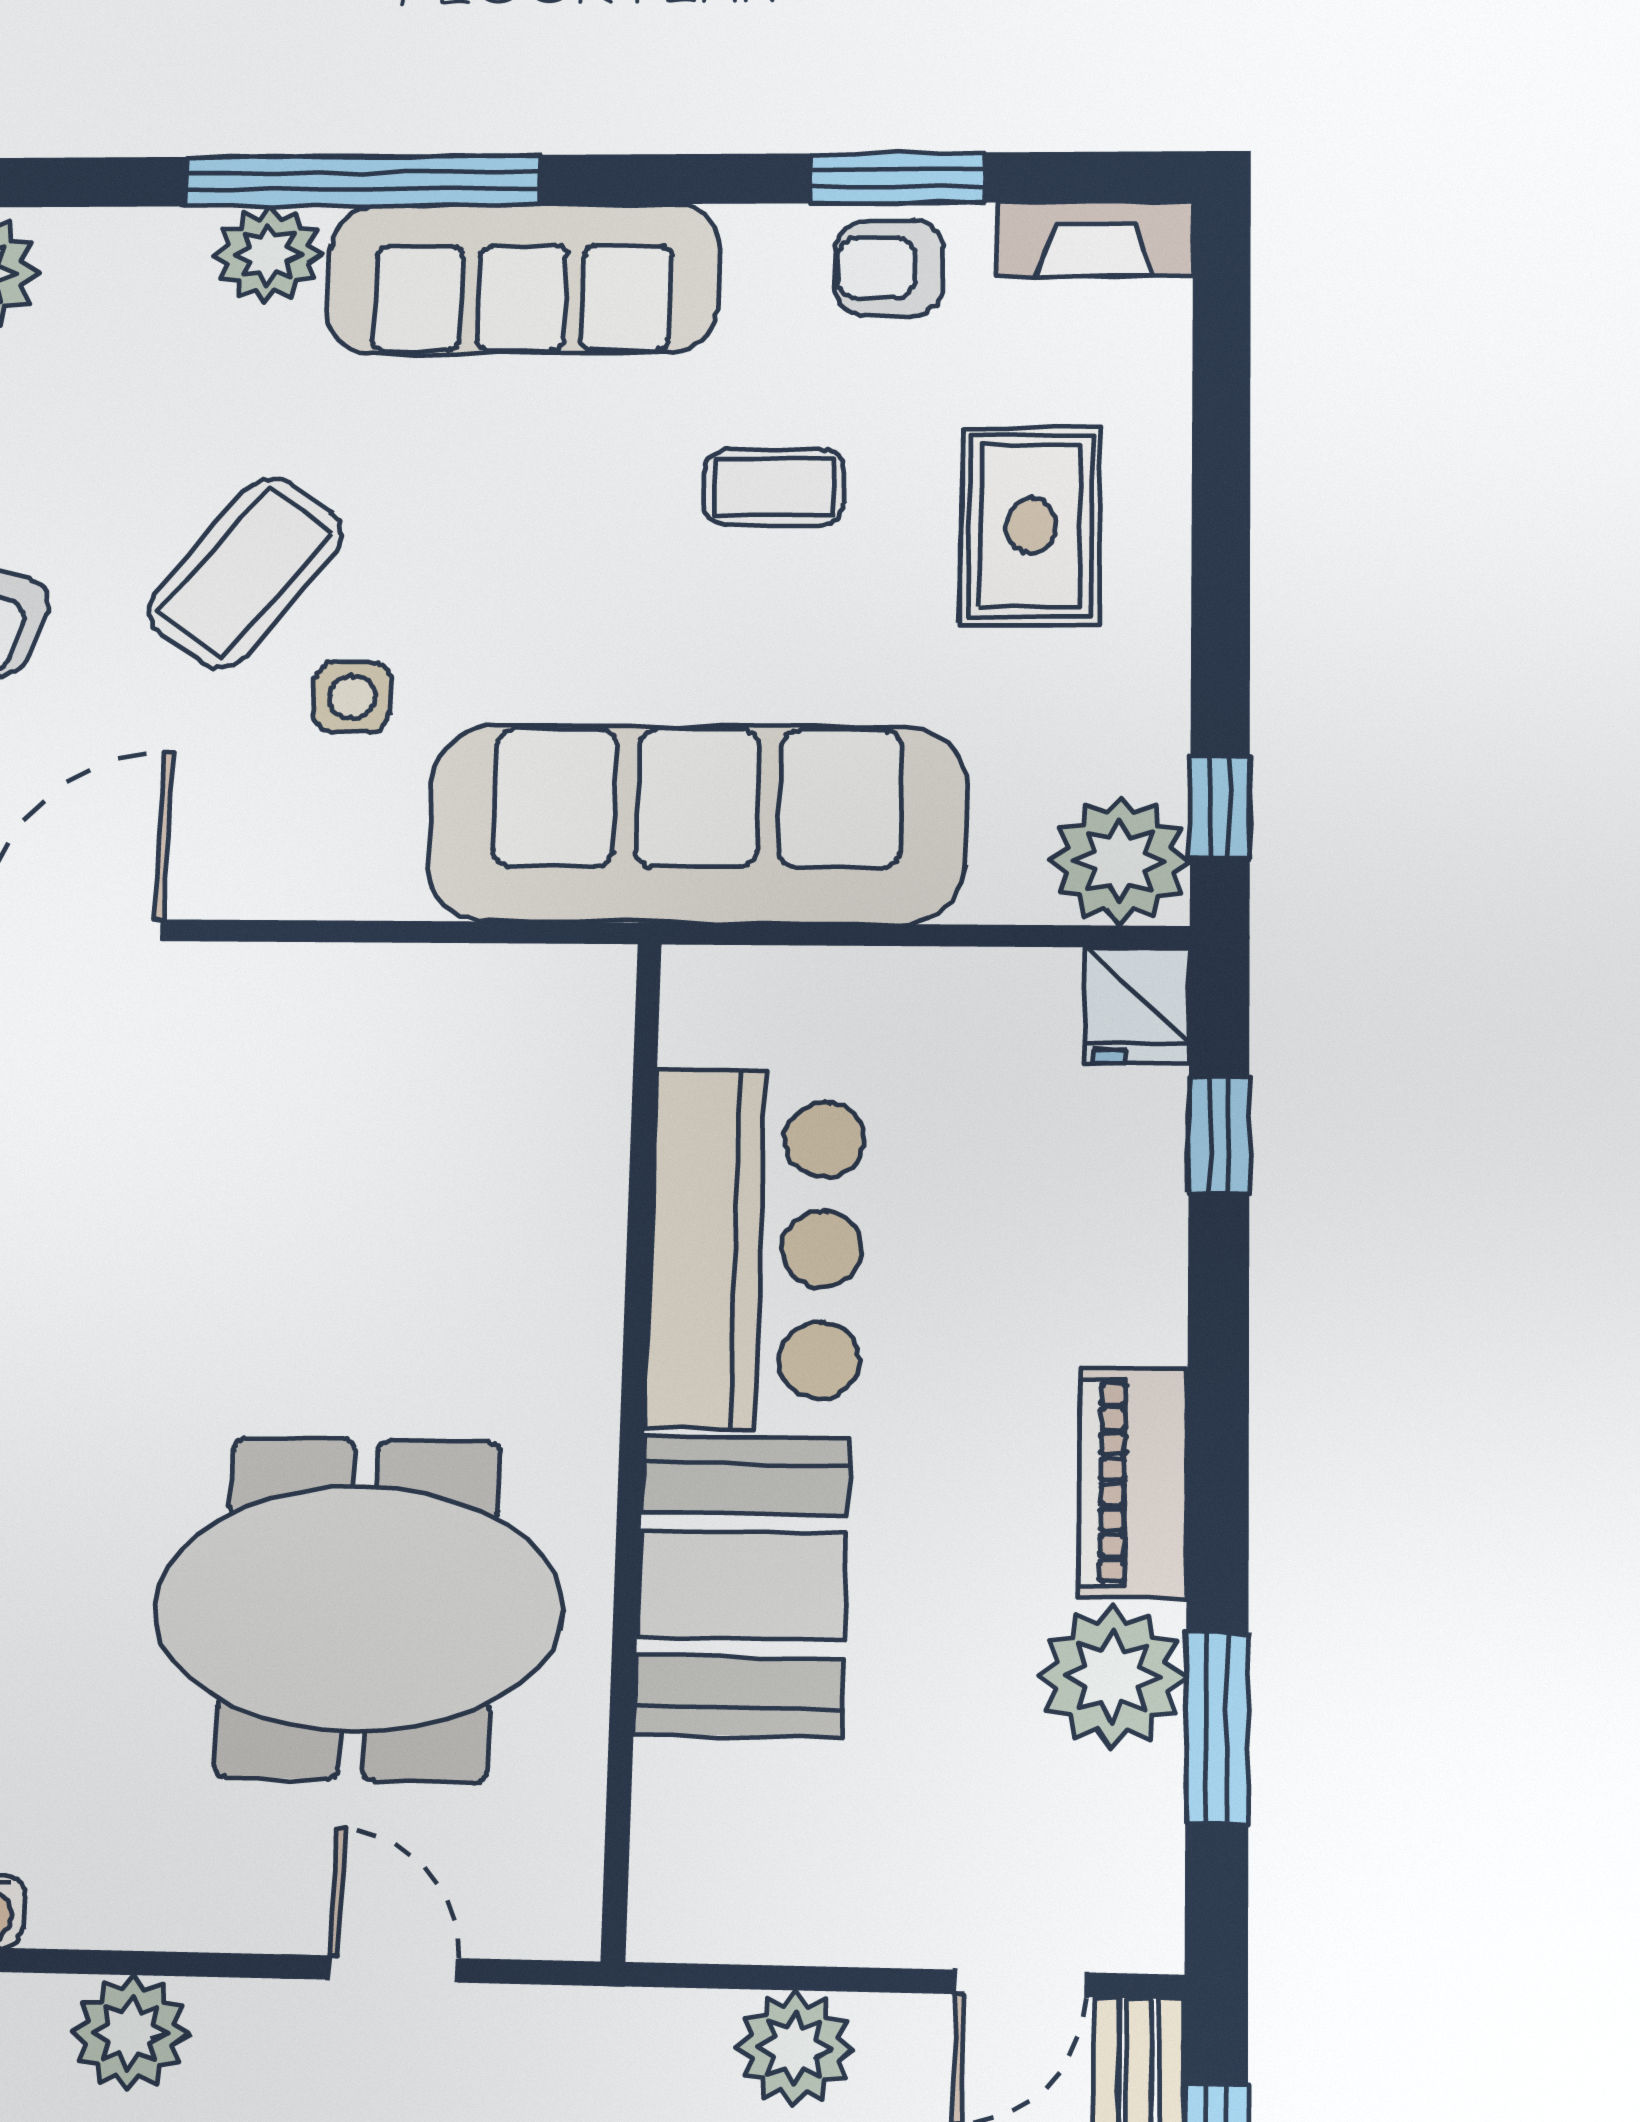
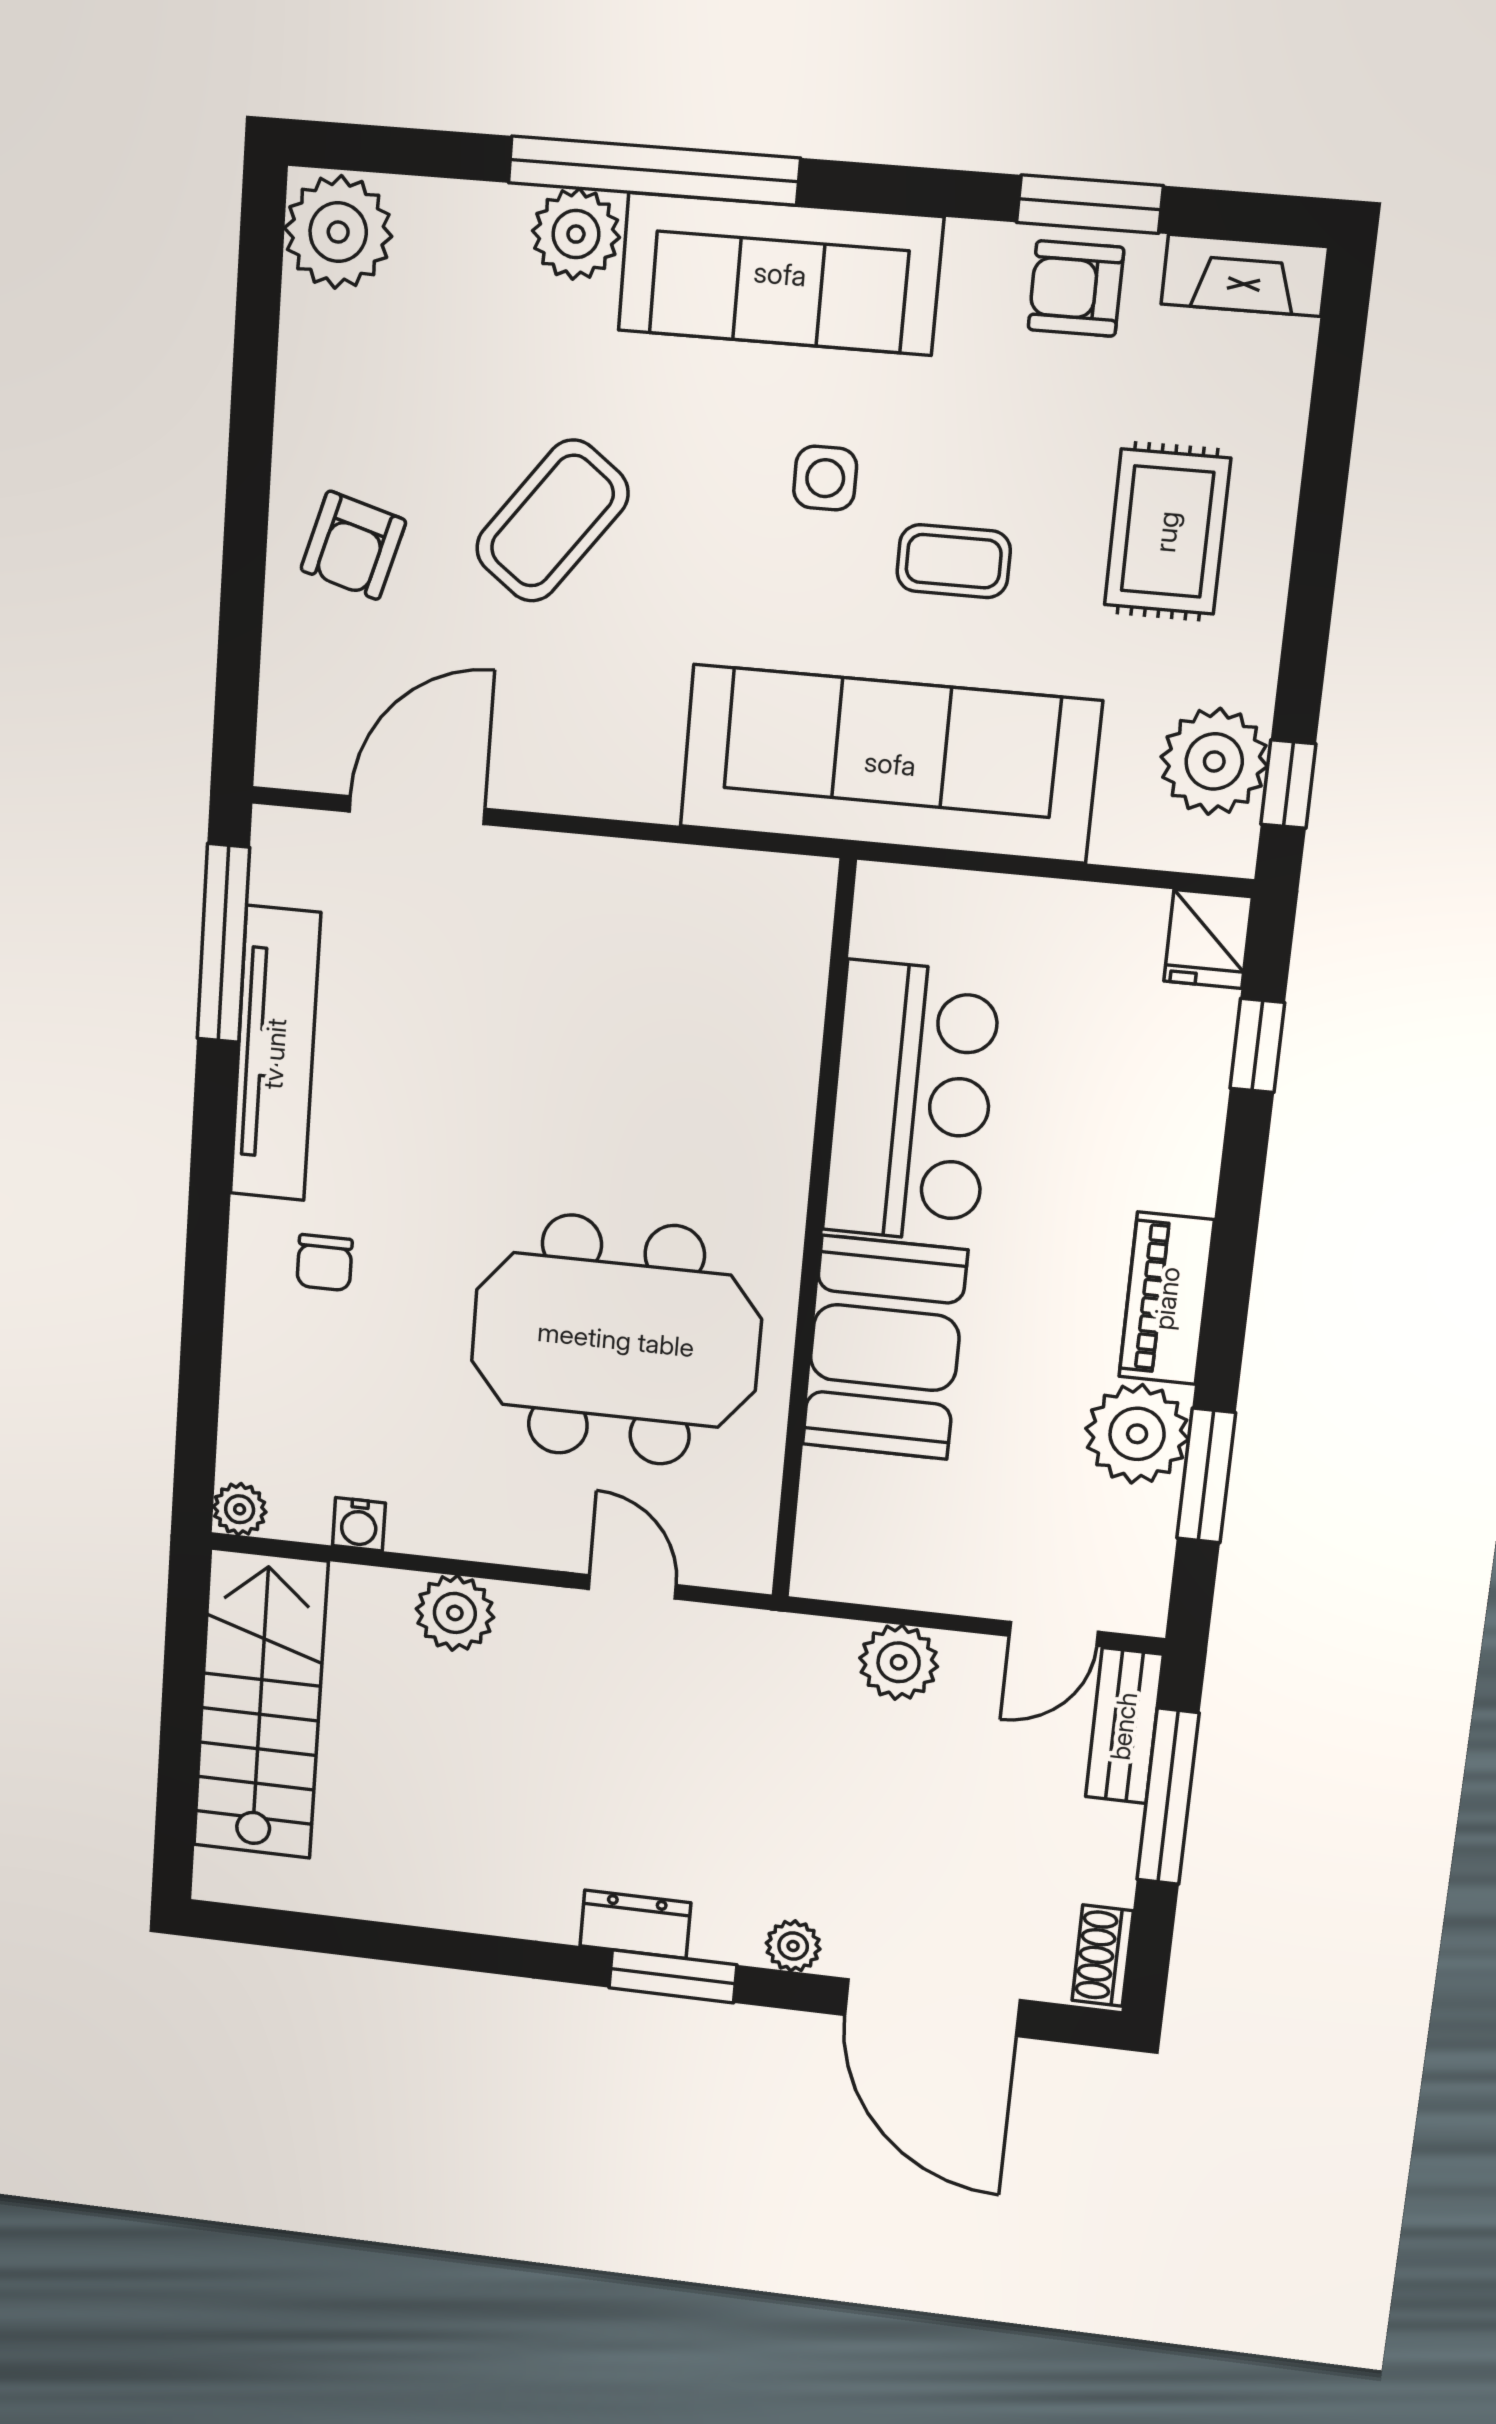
coffee table: (774, 487) -> (954, 561), moved
side table: (352, 697) -> (825, 478), moved
plant: (1120, 861) -> (1214, 761), moved

